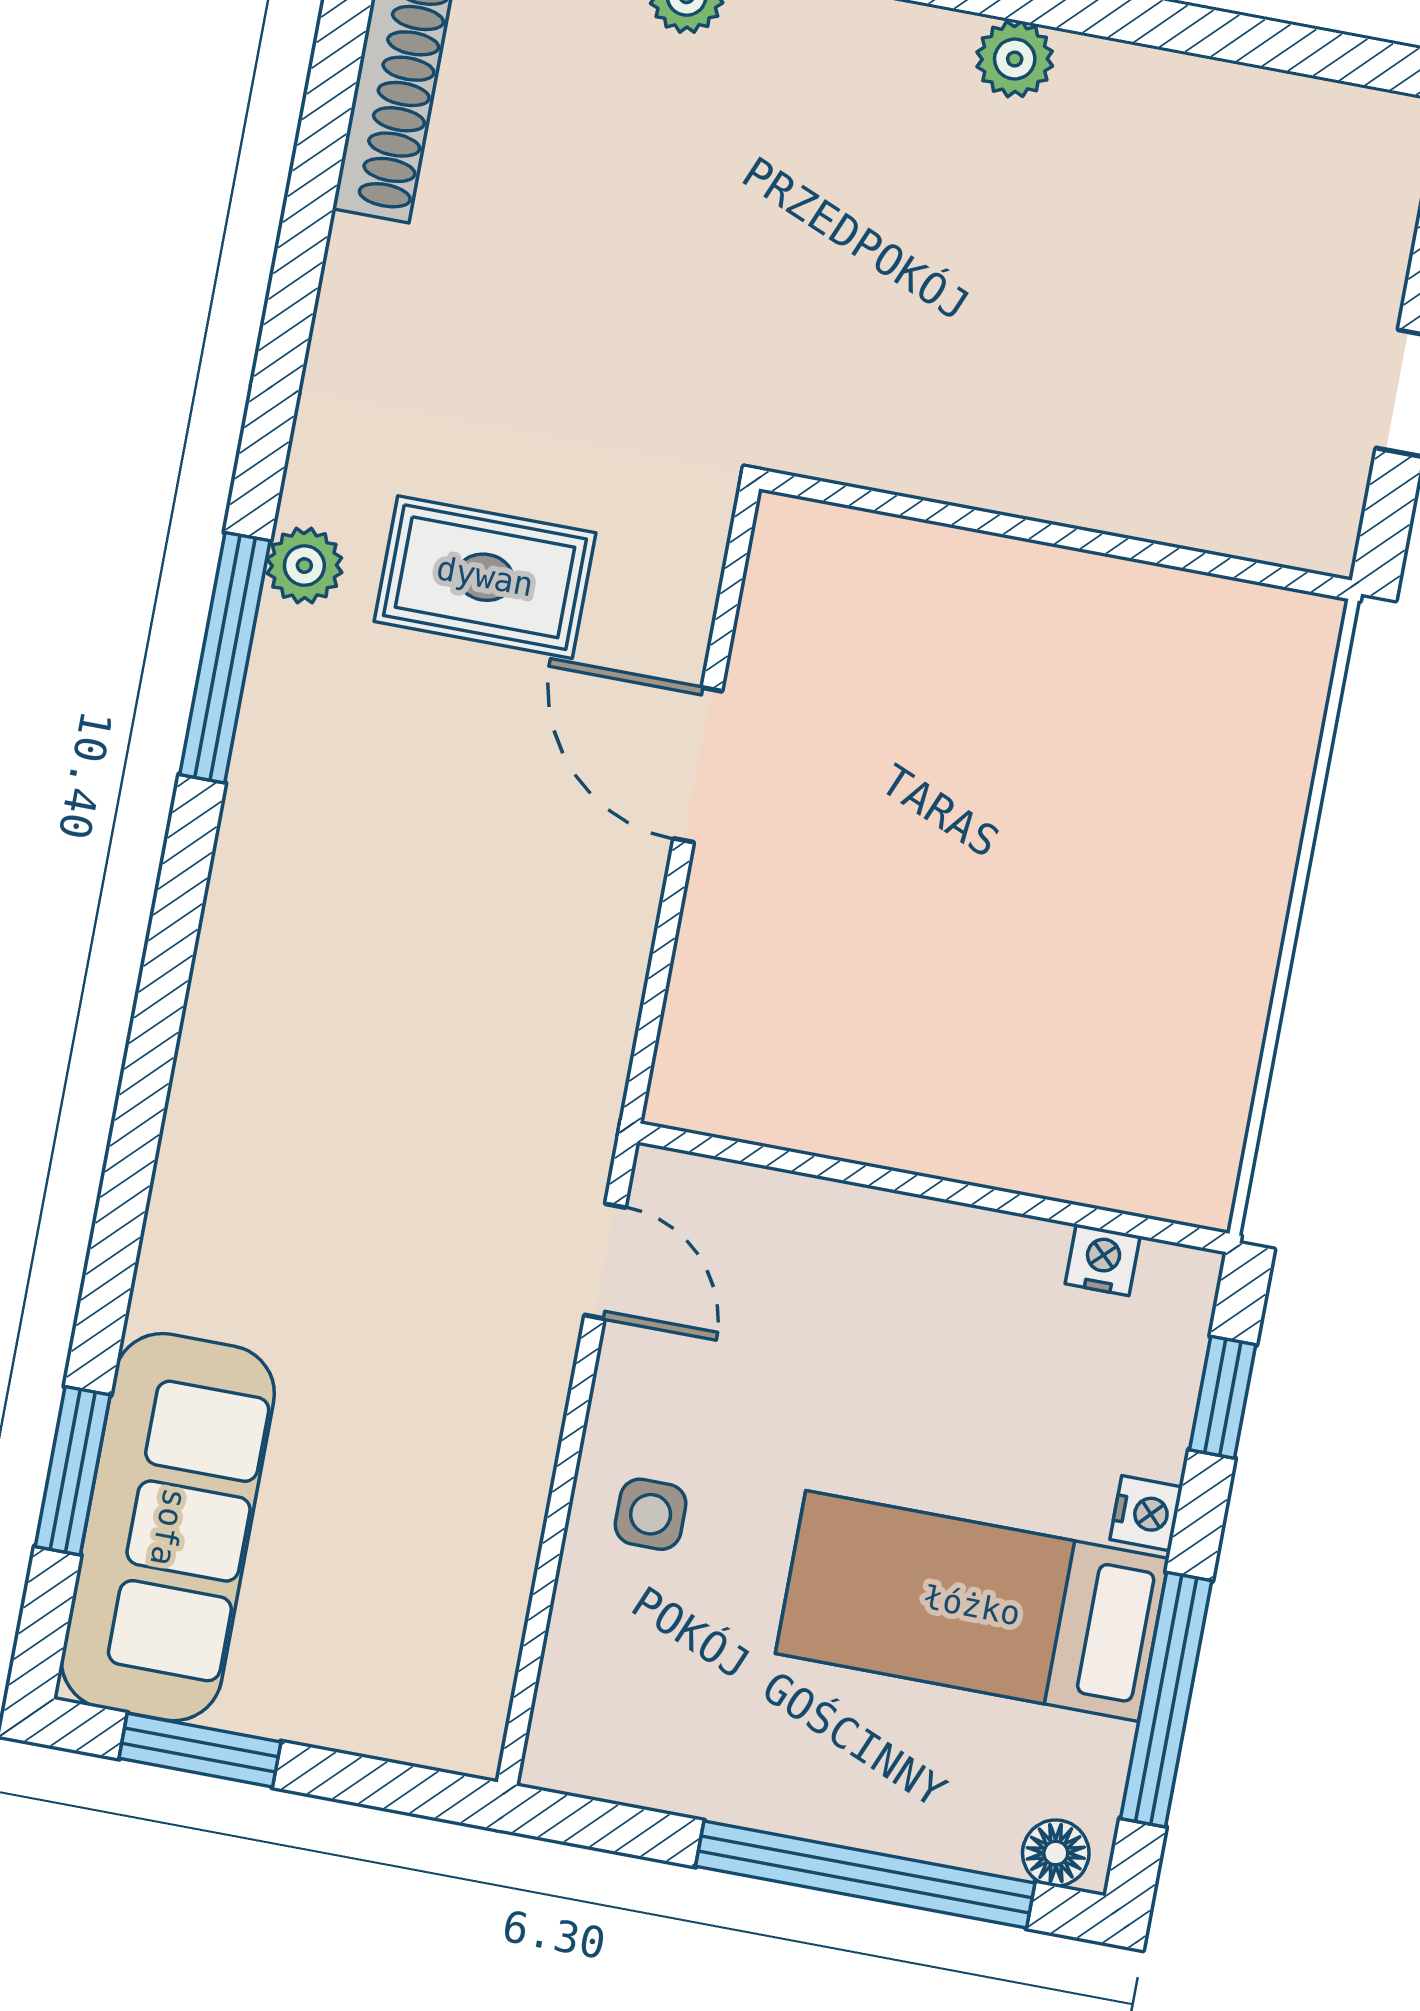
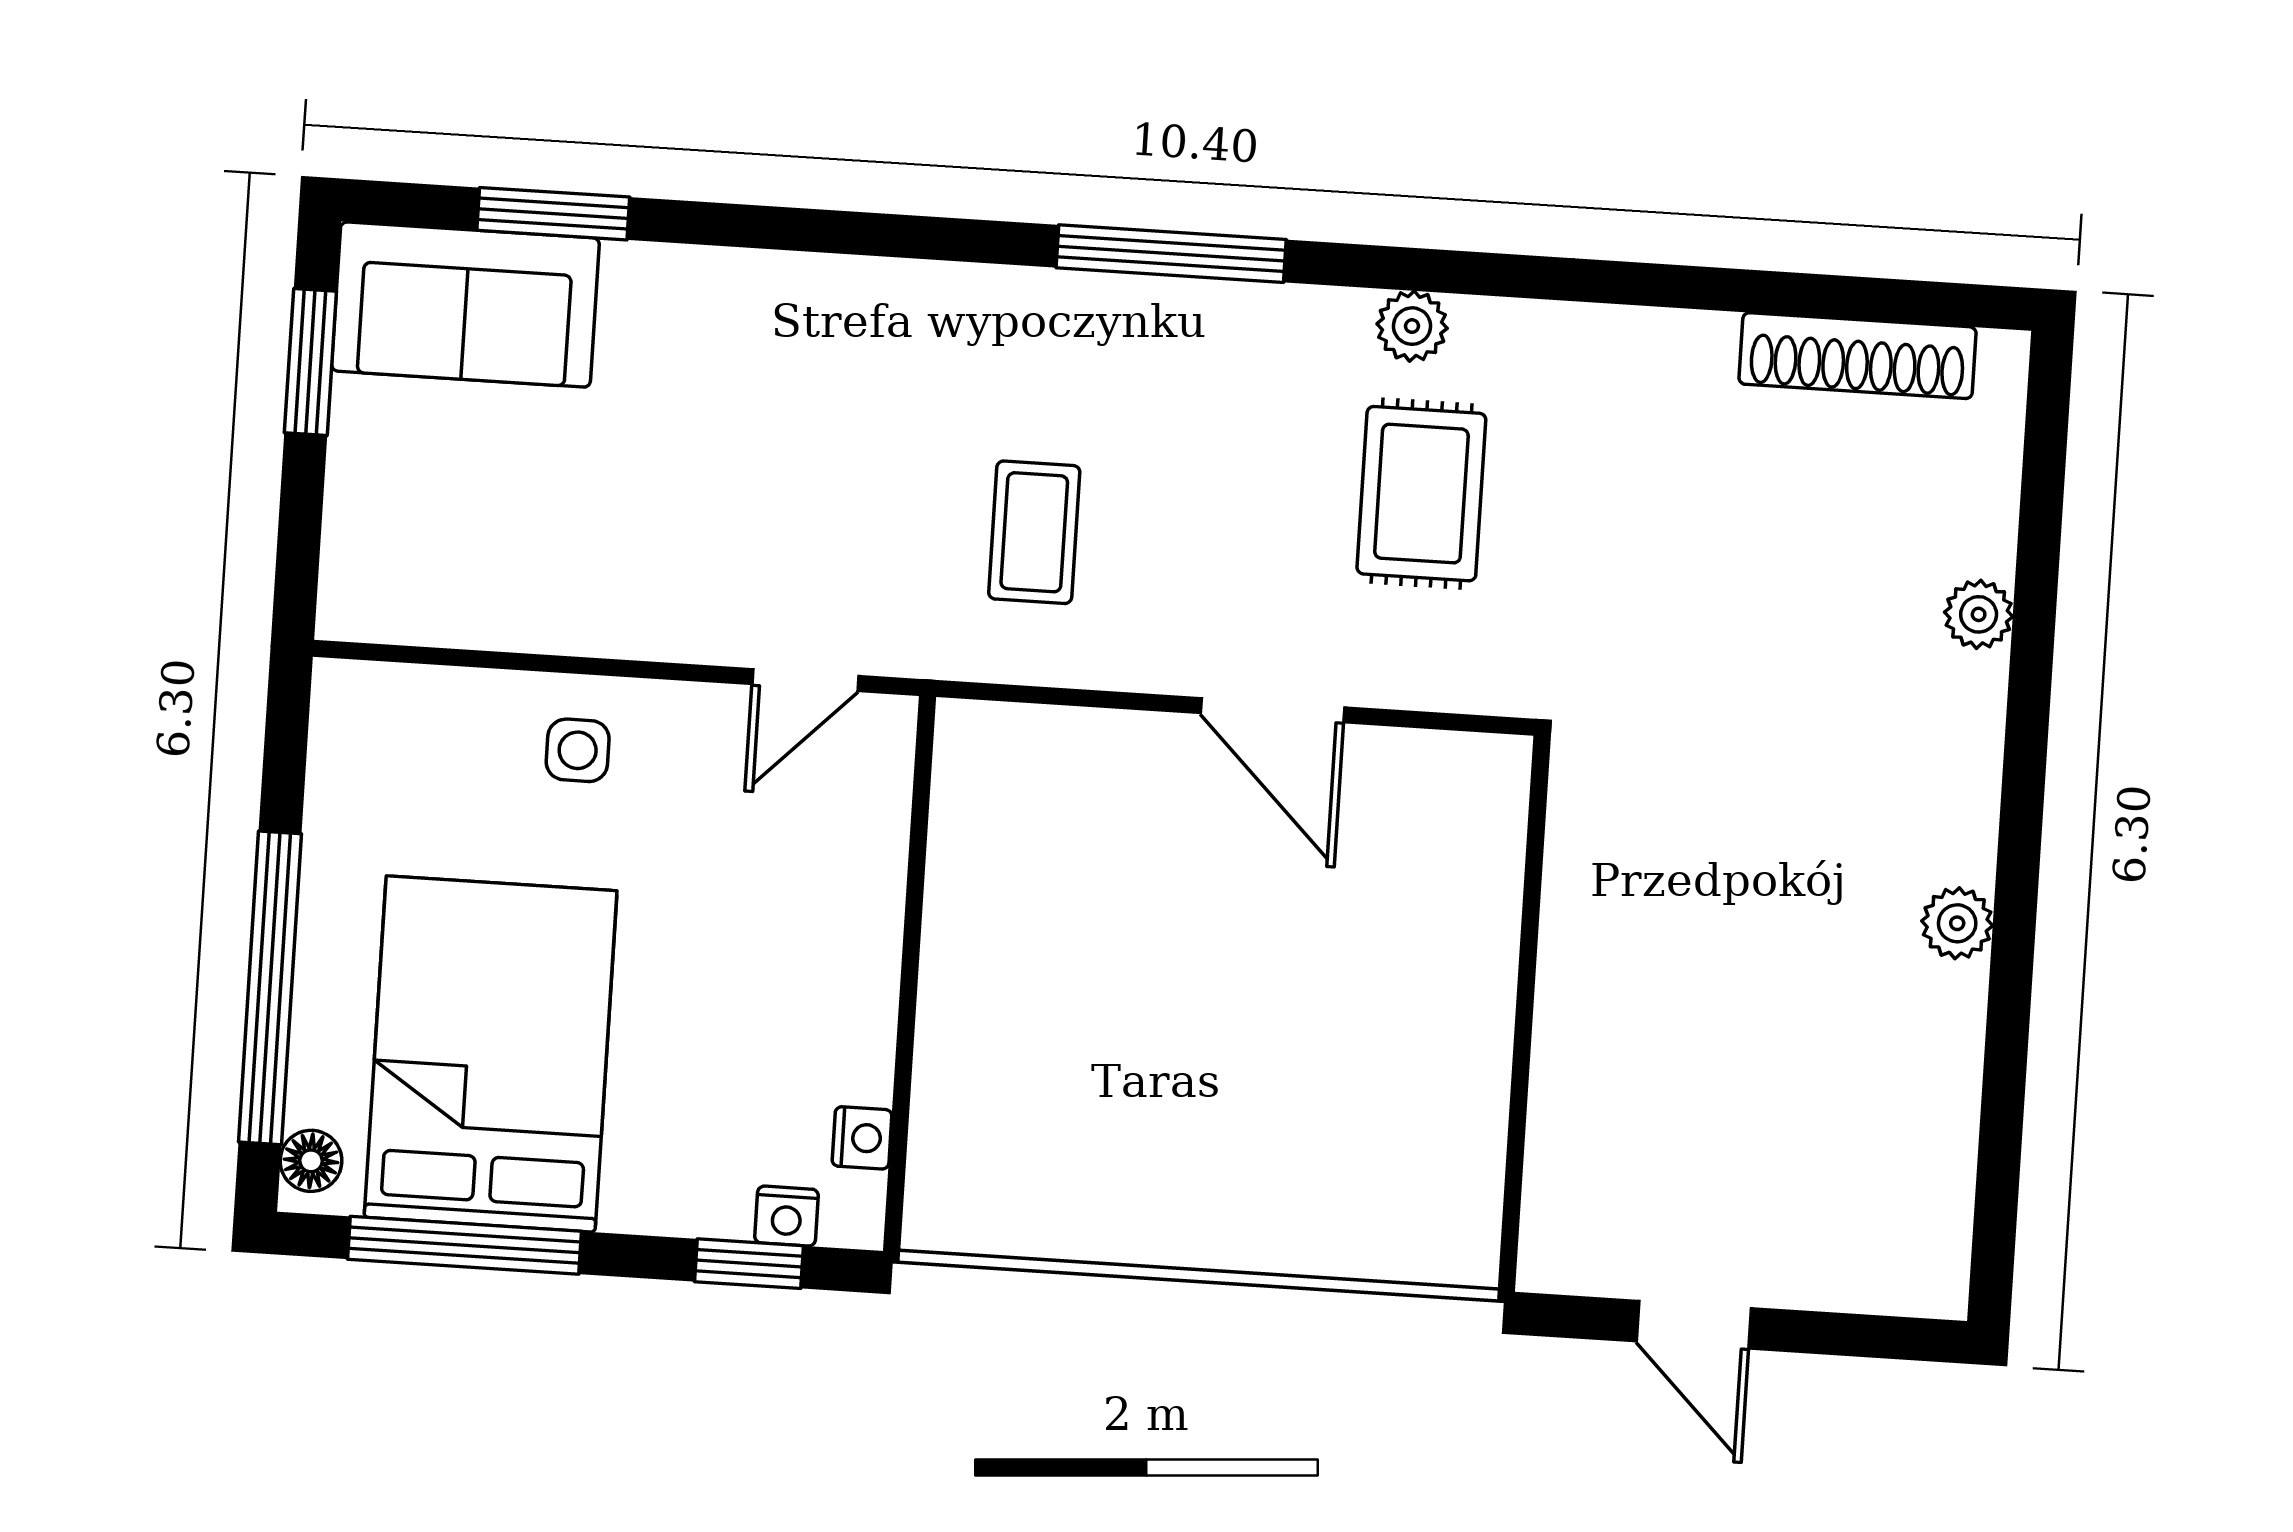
window: (225, 658) -> (1171, 254), moved
door: (698, 765) -> (1272, 710), swing flipped
coffee table: (476, 997) -> (1034, 532), added
nightstand: (1146, 1513) -> (786, 1216), moved
sofa: (168, 1527) -> (465, 305), width x0.73
bed: (972, 1606) -> (491, 1054), width x1.50

